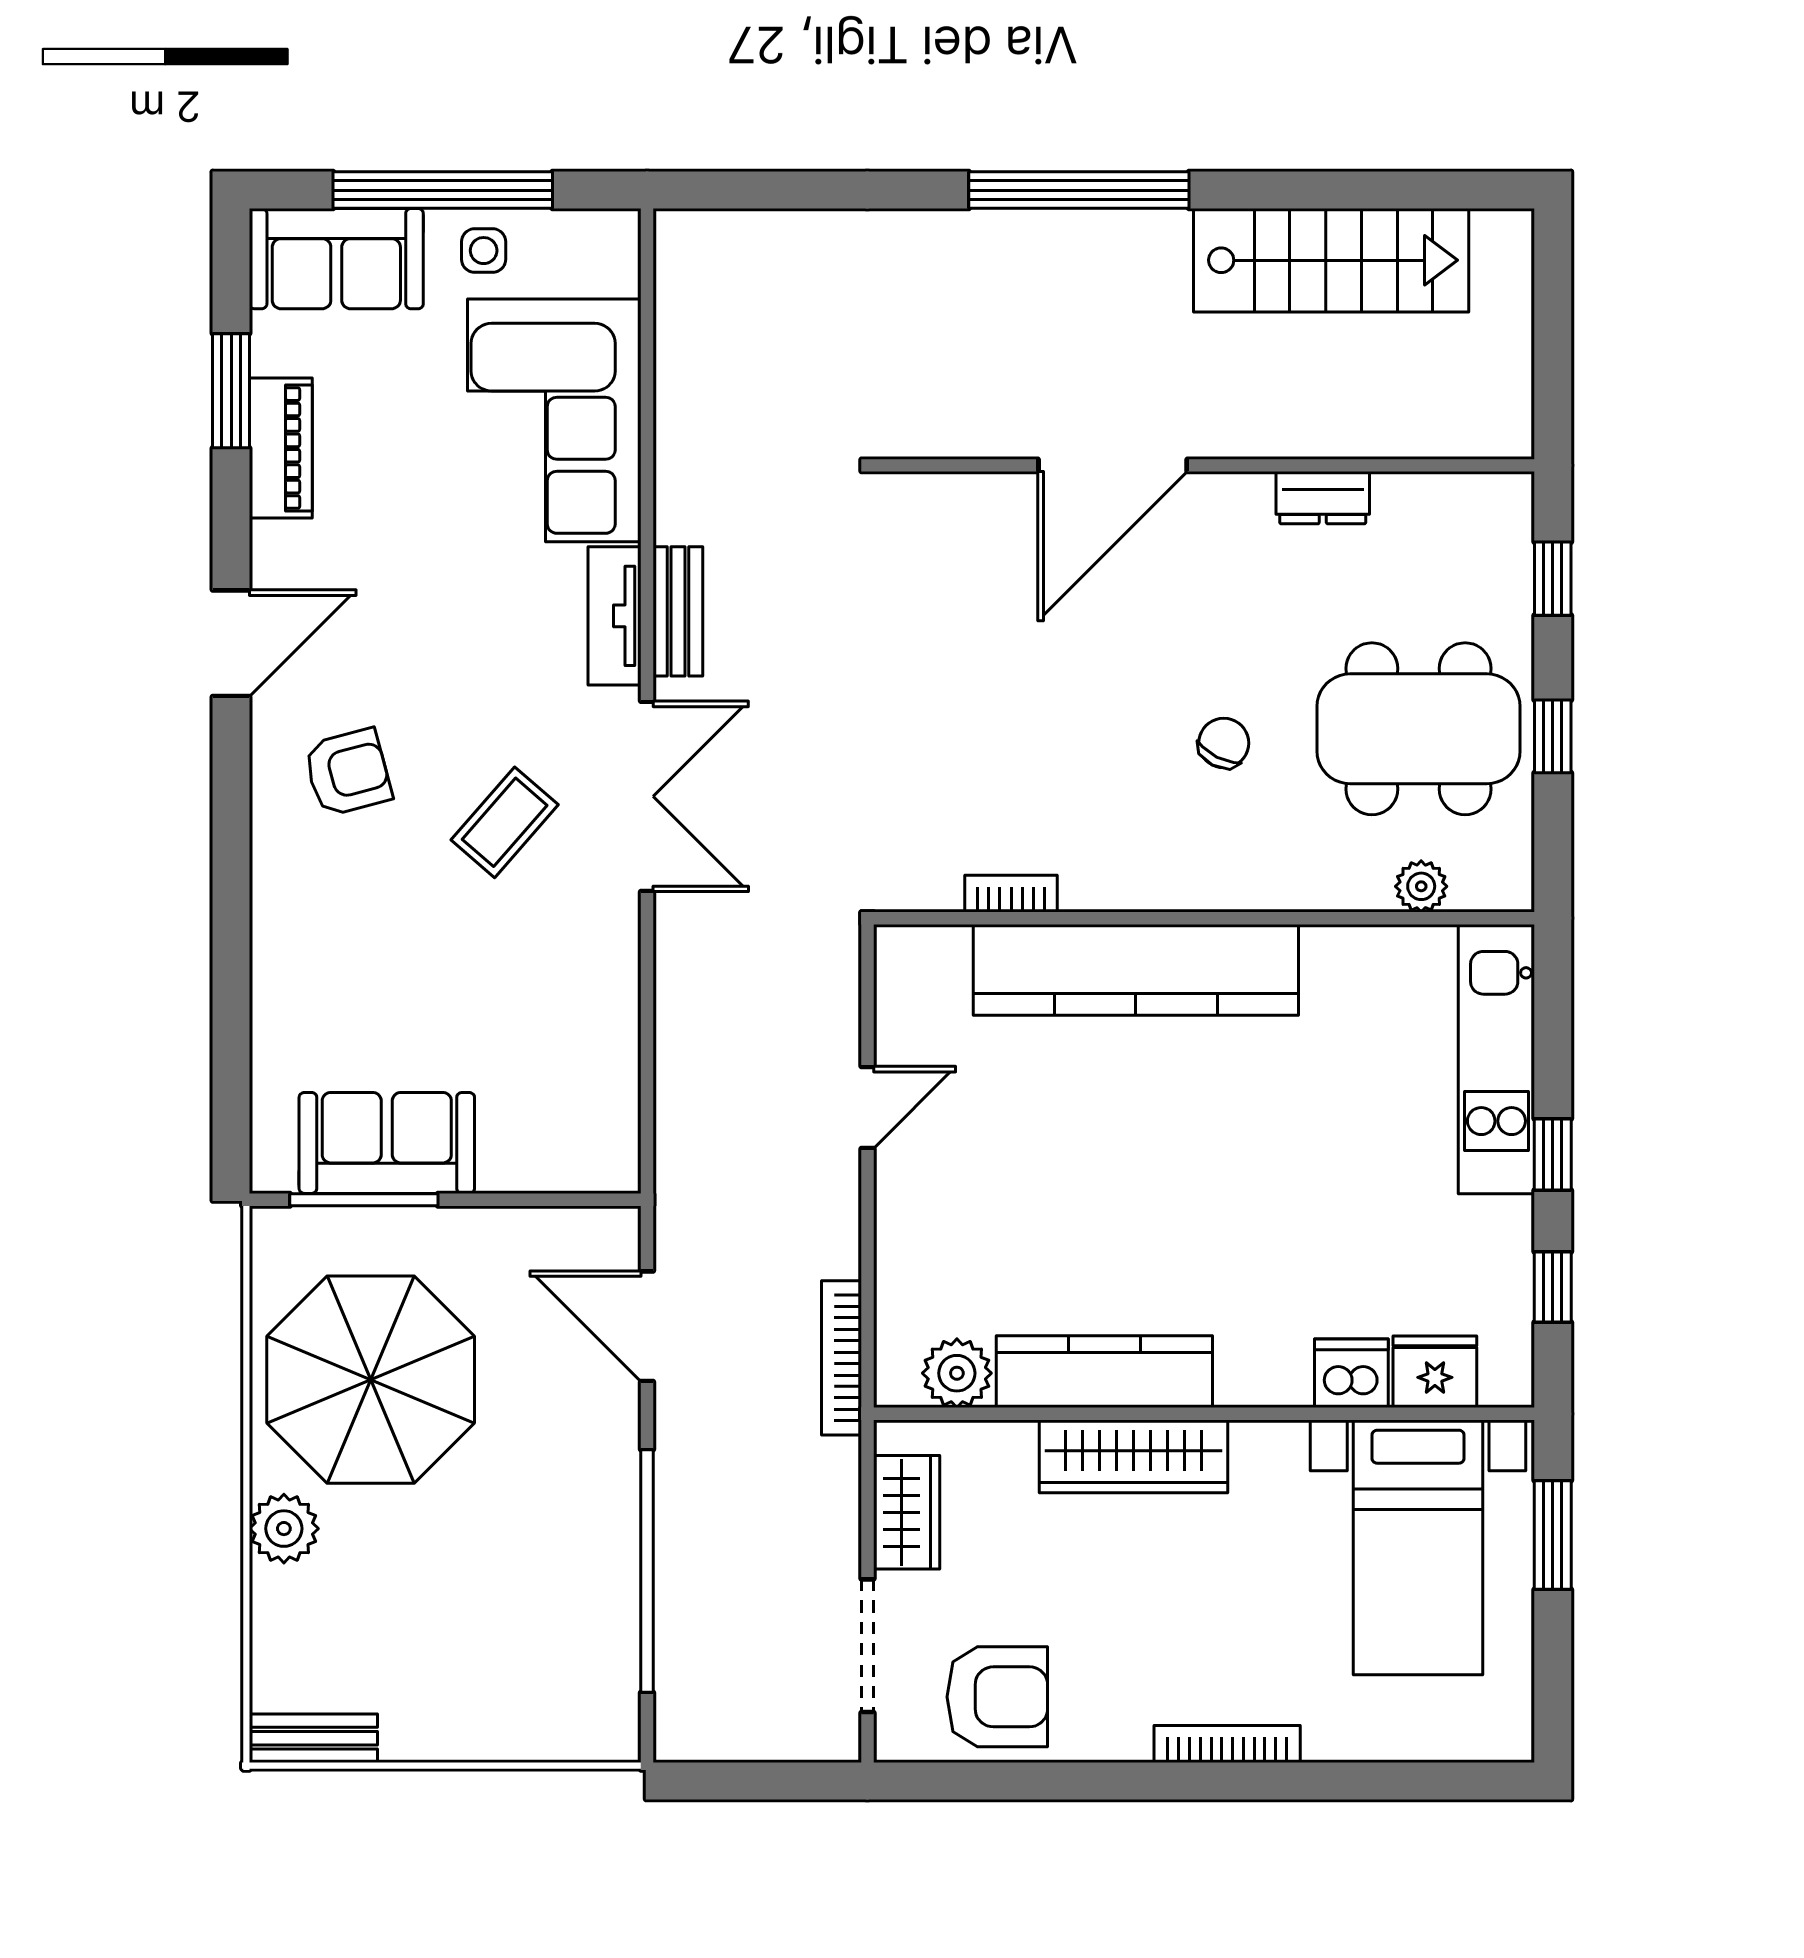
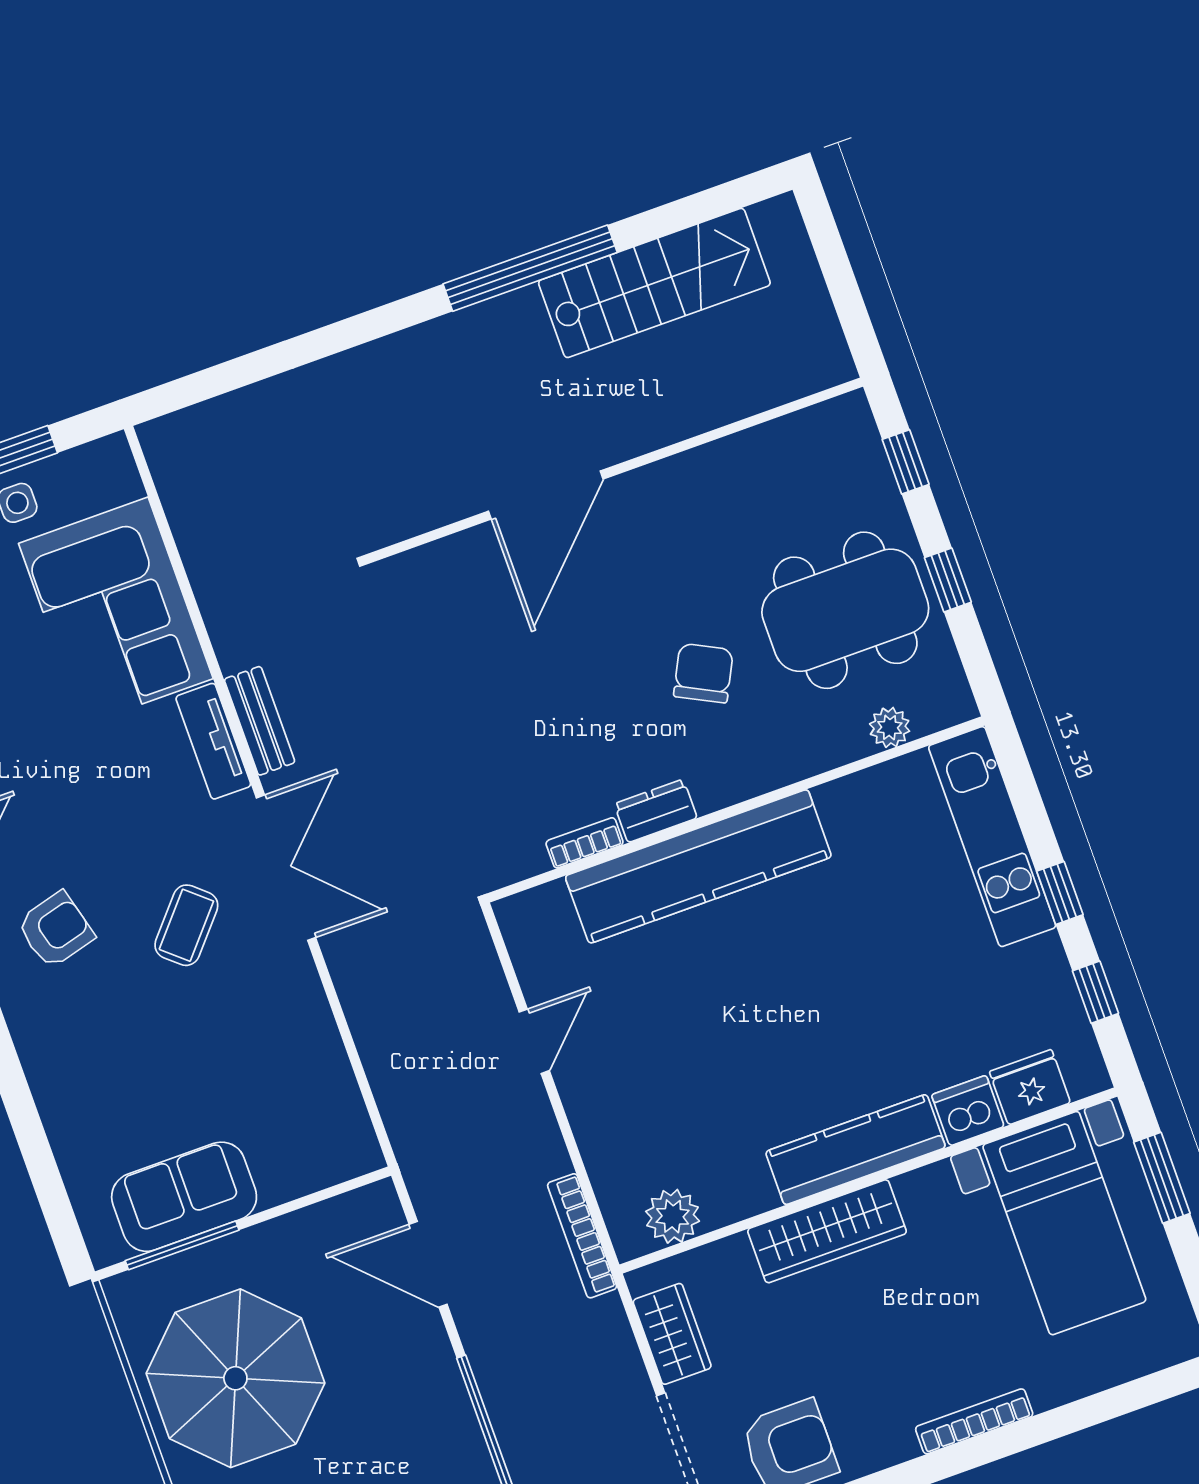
window: (1079, 190) -> (530, 268), moved
dresser: (1323, 498) -> (656, 811), moved, turned 180
chair: (1224, 743) -> (703, 673), width x1.37, depth x1.37
kitchen counter: (1104, 1372) -> (855, 1150), moved

